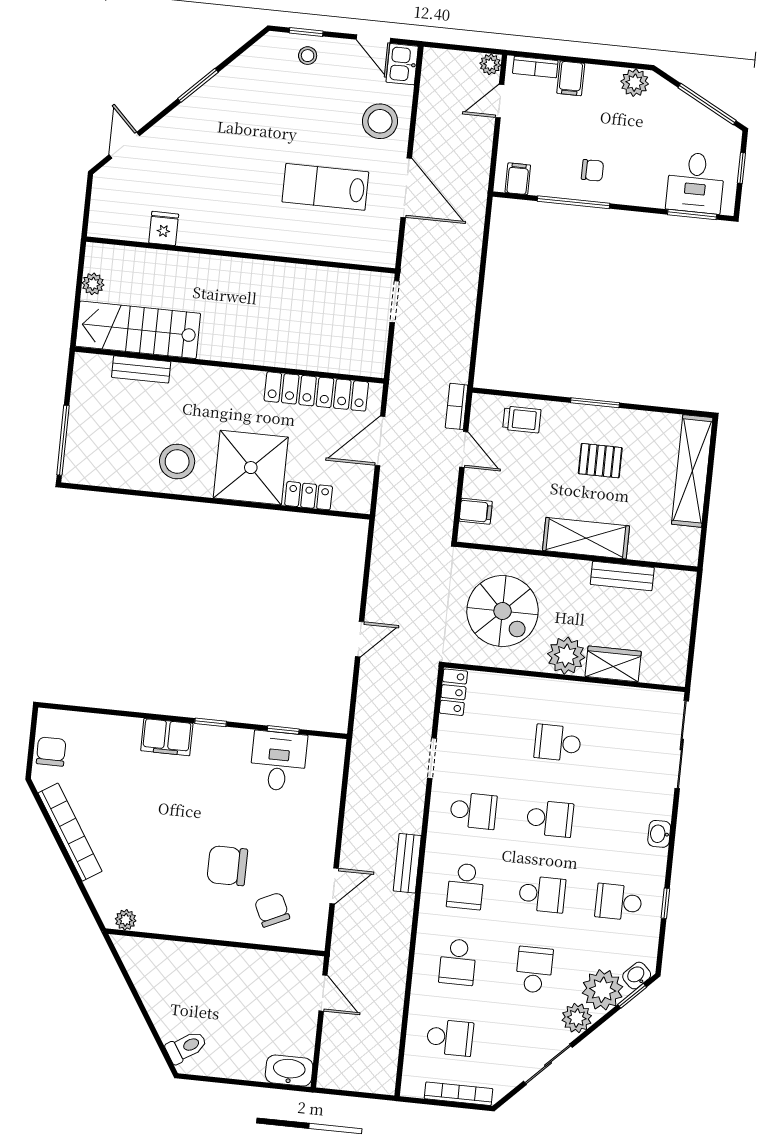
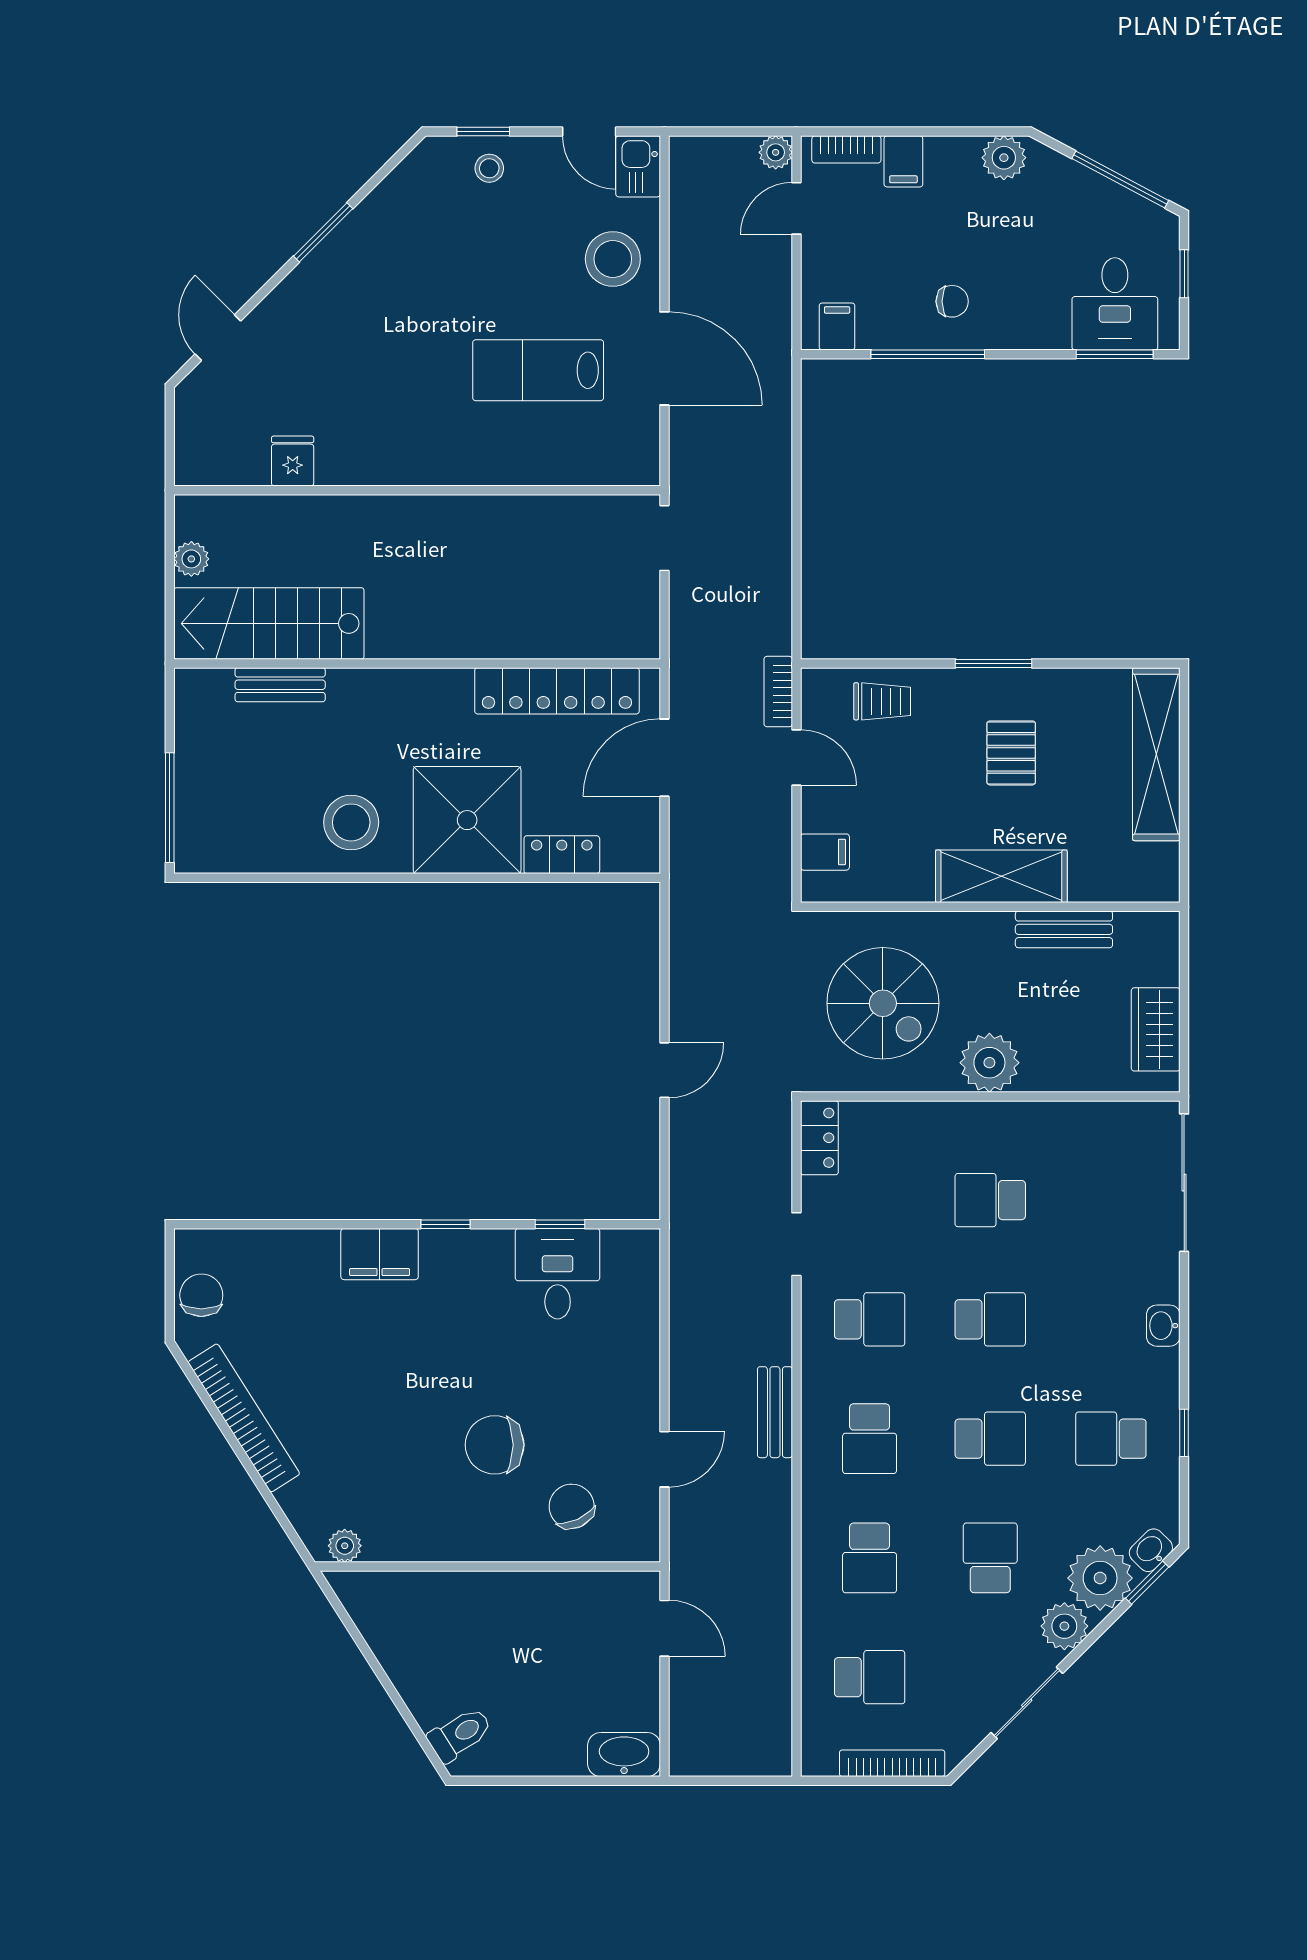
pallet: (600, 461) -> (1011, 753), turned 90
wardrobe: (613, 664) -> (1156, 1029), moved, turned -90

